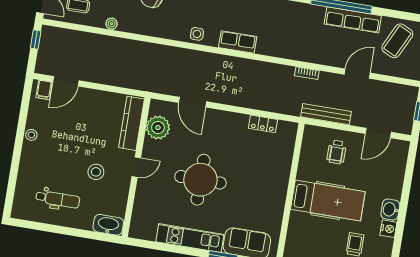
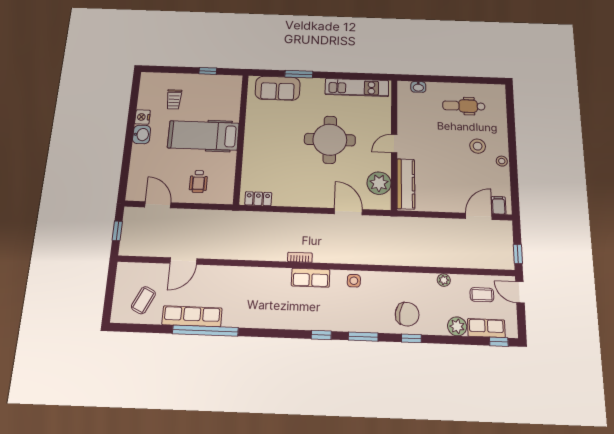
coffee table: (397, 41) -> (143, 300), width x0.73, depth x0.77
bookcase: (307, 73) -> (300, 257), moved
bench: (326, 114) -> (212, 217), removed
locker: (263, 124) -> (258, 199), moved
door: (378, 133) -> (158, 205), hinge flipped
wheelchair: (337, 152) -> (199, 181), turned 180
stool: (96, 172) -> (478, 146), moved
washbasin: (108, 225) -> (418, 87), width x0.52, depth x0.69
kitchen unit: (190, 238) -> (357, 87), moved

